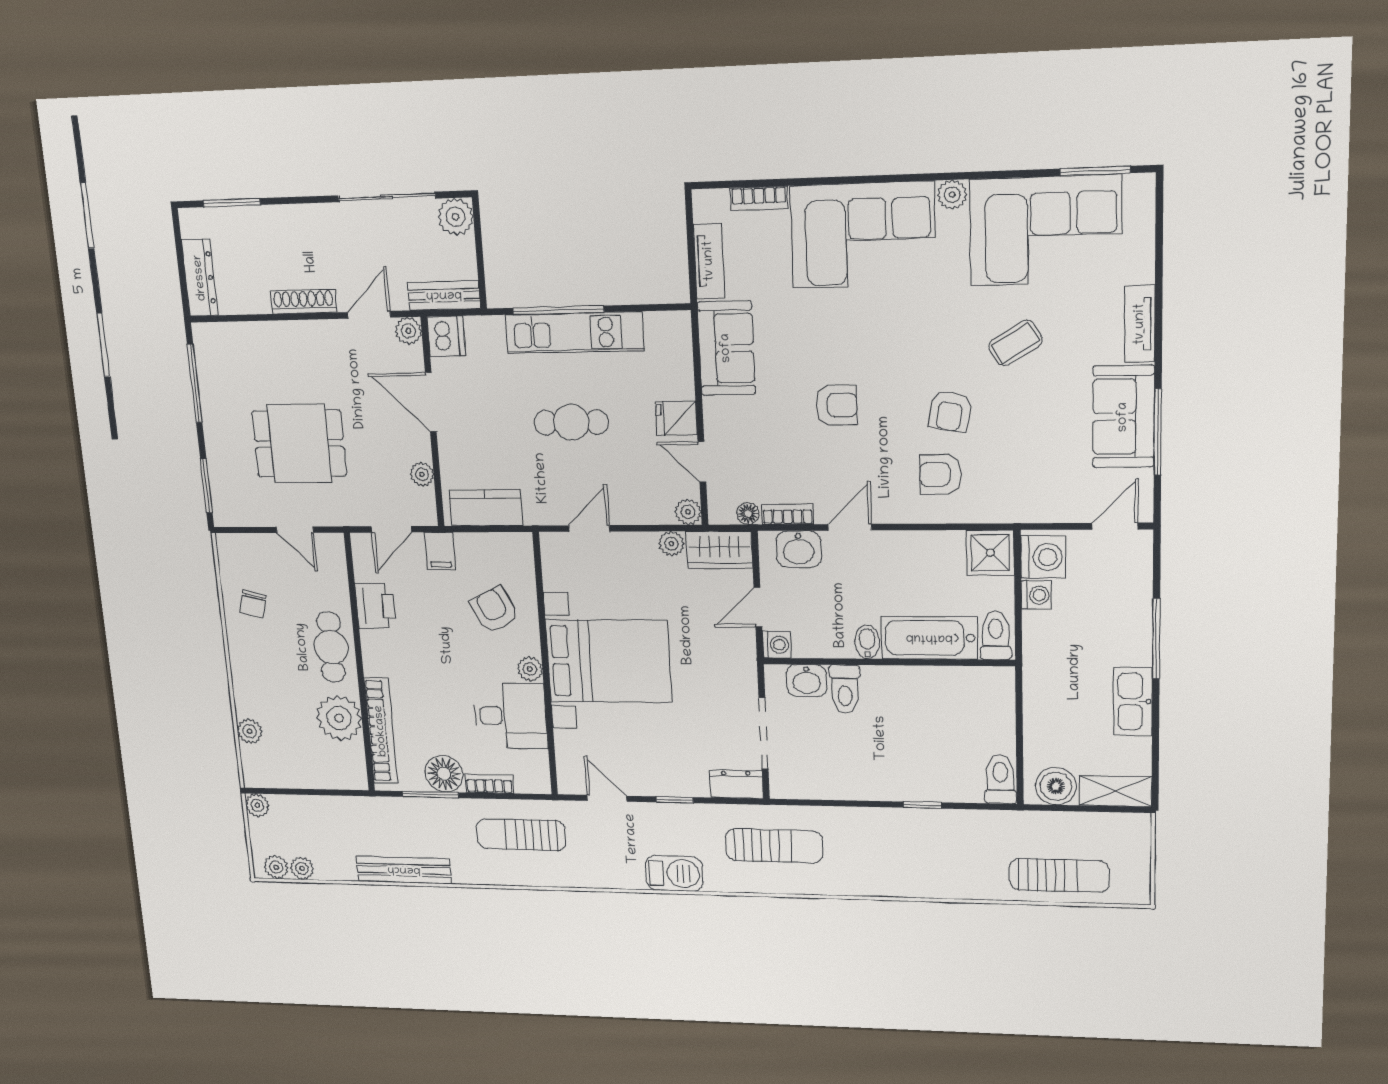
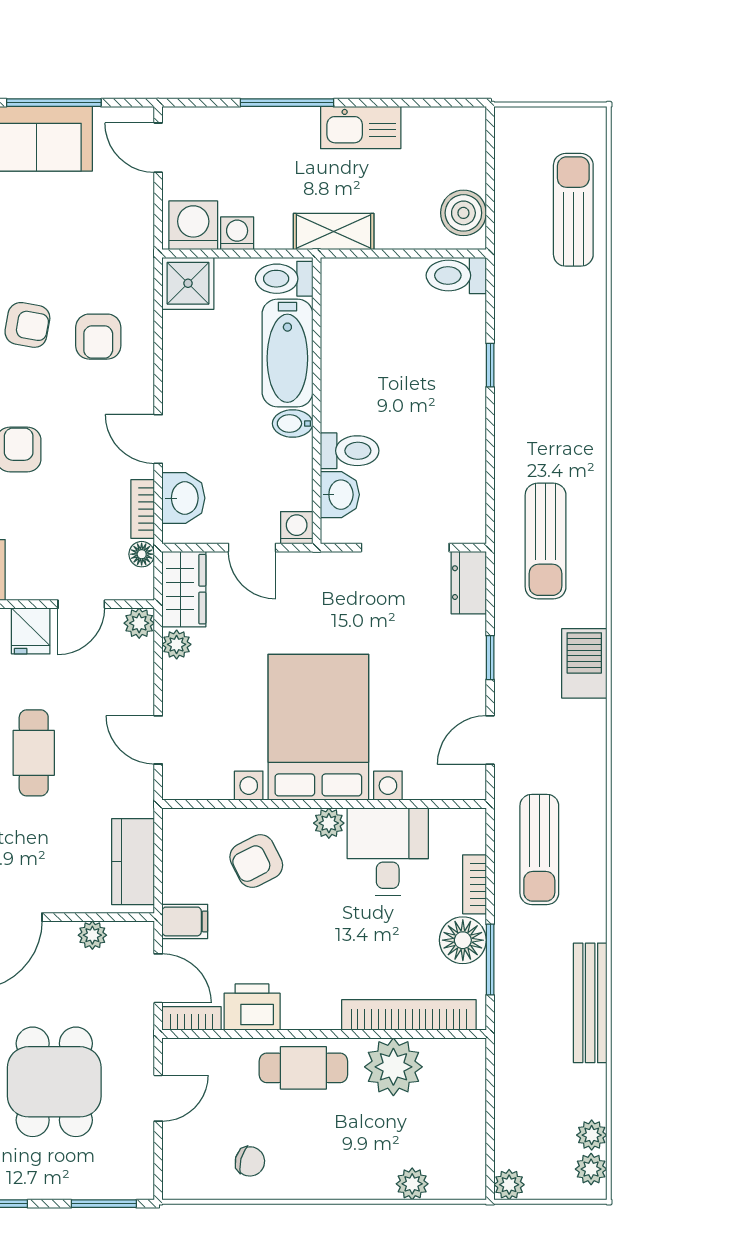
bookcase: (362, 557) -> (192, 1018), added
shelving: (1115, 791) -> (334, 232), moved, turned 90
sun lounger: (774, 846) -> (546, 541), turned 180

